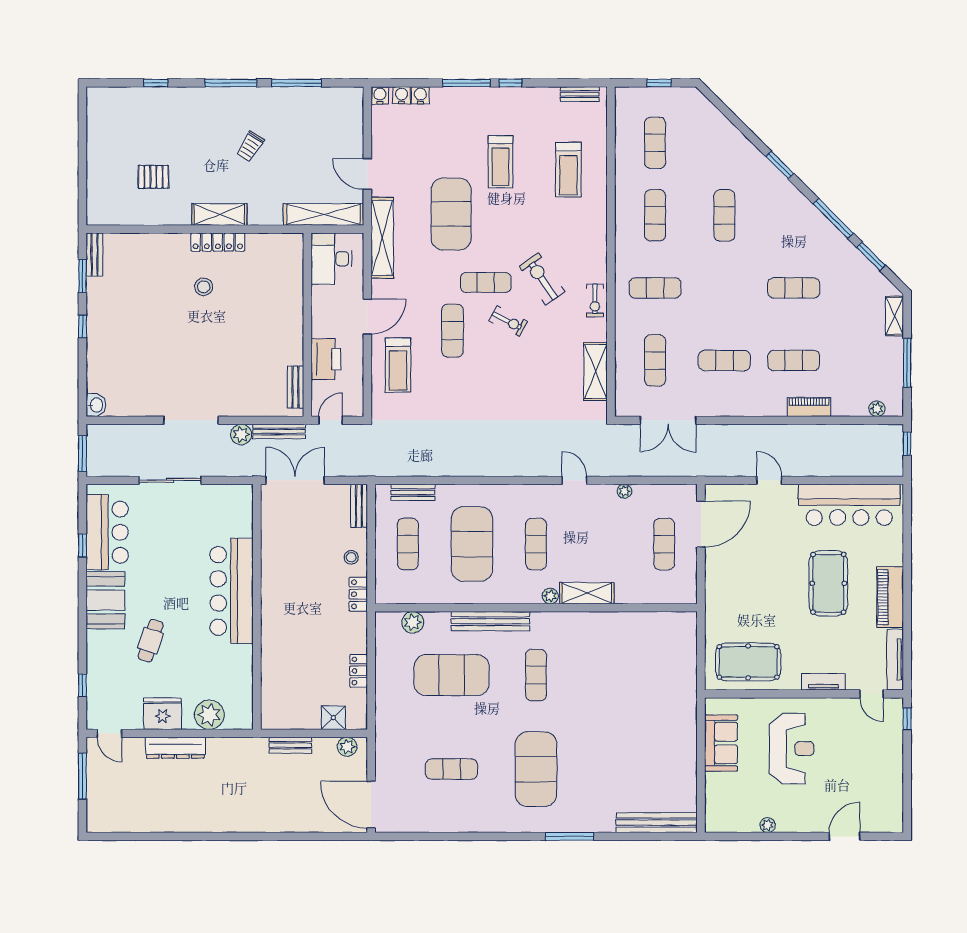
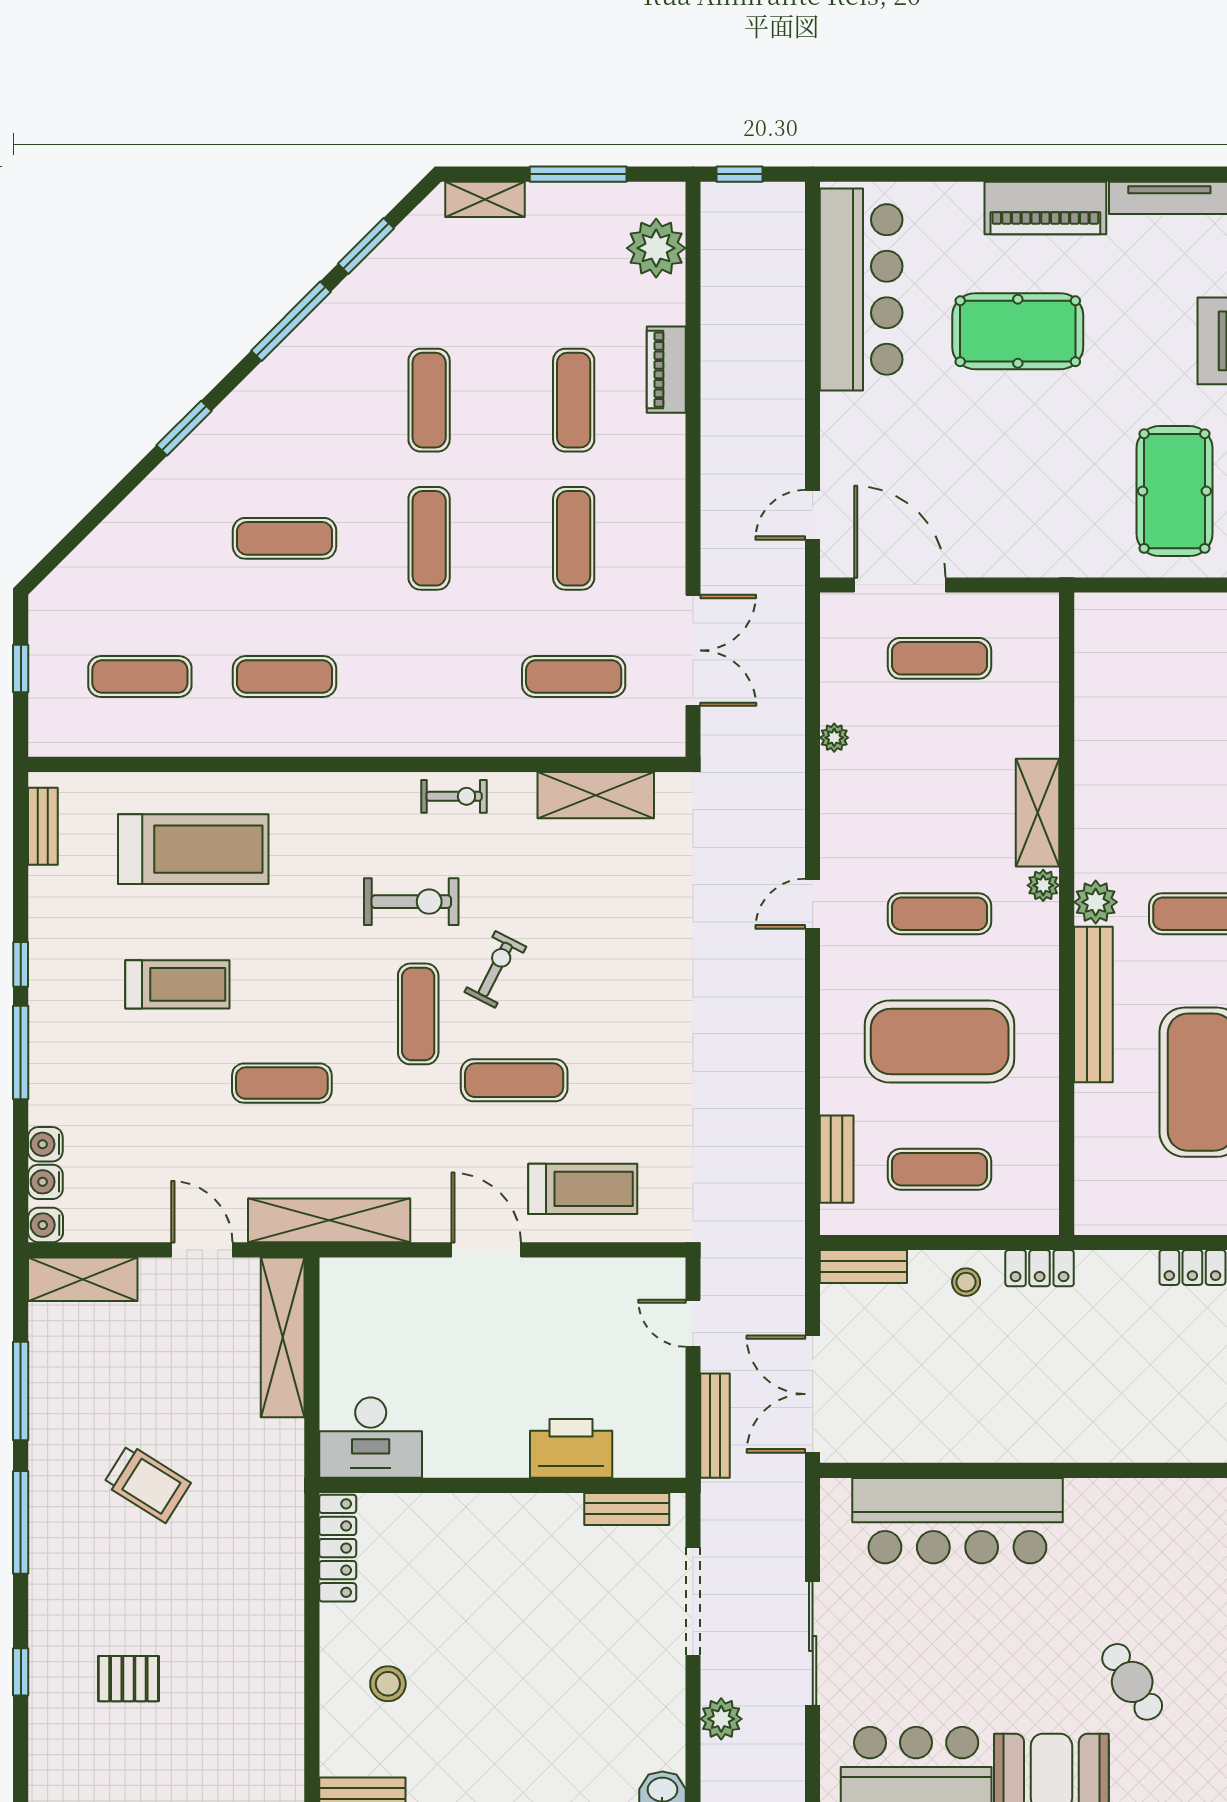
trolley: (250, 146) -> (147, 1483), width x1.36, depth x1.39
treadmill: (568, 170) -> (193, 849), width x1.37, depth x1.38
door: (367, 174) -> (202, 1250), swing flipped
pallet: (153, 177) -> (128, 1679), moved, turned 90
shelving: (219, 214) -> (83, 1279), moved, turned 90
exercise mat: (451, 214) -> (282, 1083), width x0.50, depth x0.69
desk: (331, 259) -> (371, 1438), moved
exercise bike: (542, 279) -> (411, 902), turned -146
stool: (204, 287) -> (388, 1684), moved
exercise mat: (655, 288) -> (429, 538), moved
wall: (307, 325) -> (502, 1485), moved
printer: (326, 359) -> (571, 1448), moved
bench: (296, 387) -> (627, 1509), moved
plant: (877, 409) -> (656, 248), width x1.88, depth x1.88
plant: (241, 434) -> (721, 1719), moved
door: (574, 480) -> (813, 904), moved
door: (769, 480) -> (813, 515), moved
bar counter: (232, 591) -> (957, 1521), moved
plant: (413, 622) -> (1096, 902), moved
cafe table: (151, 641) -> (1132, 1682), turned 39

